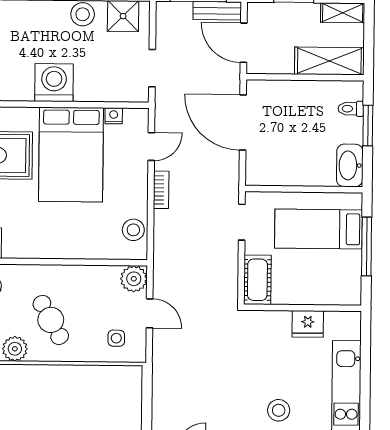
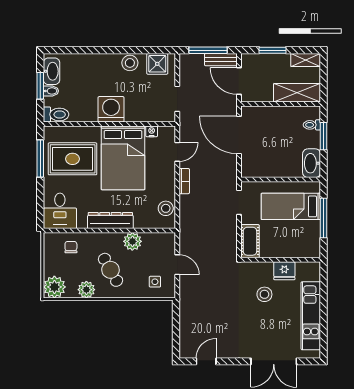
dresser: (51, 247) -> (110, 221), added
plant: (134, 279) -> (132, 241), moved
stool: (279, 410) -> (264, 294), moved

